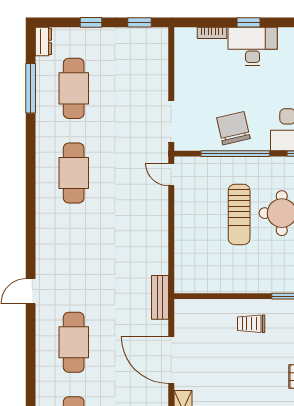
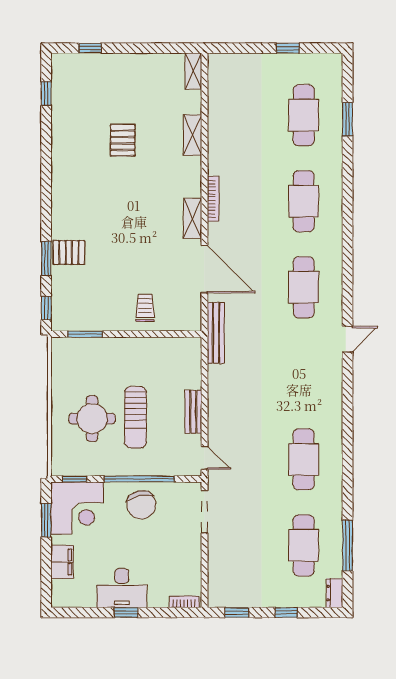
bookcase: (212, 33) -> (184, 602), moved
sun lounger: (239, 214) -> (136, 417), turned 180
bench: (182, 220) -> (193, 412), added
bench: (160, 297) -> (216, 333), width x1.36
trolley: (251, 324) -> (145, 308), moved, turned -90

